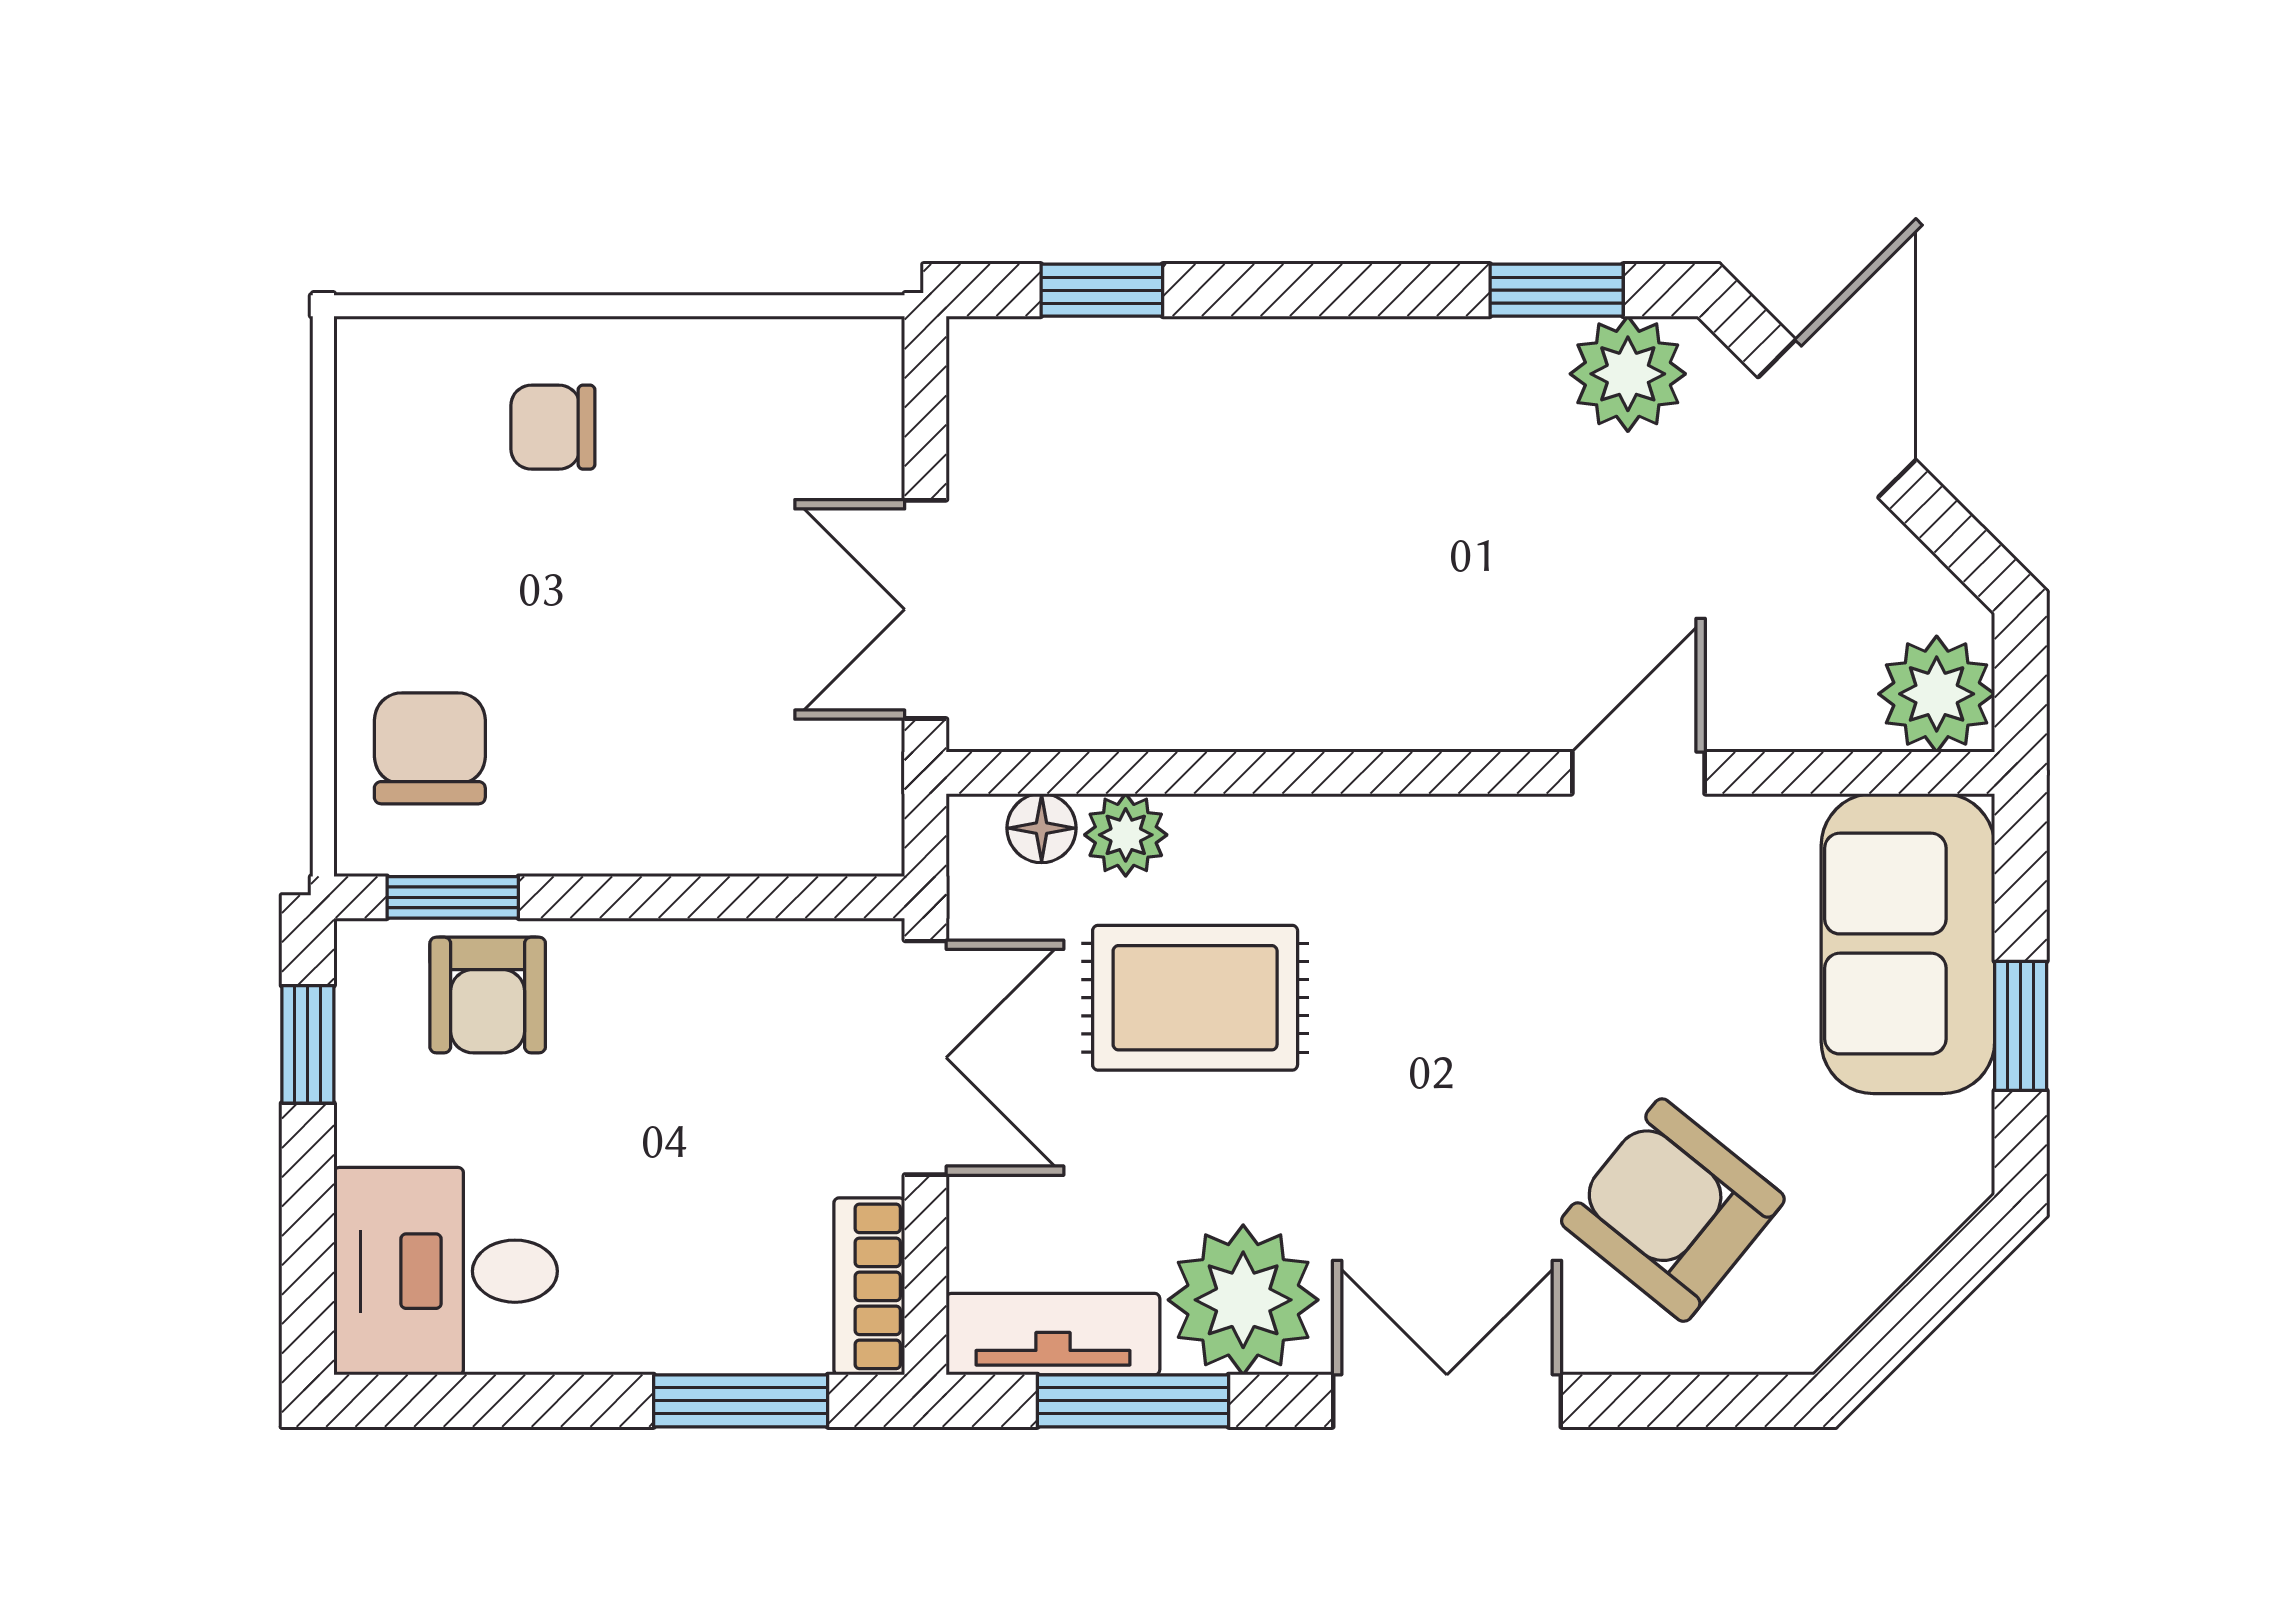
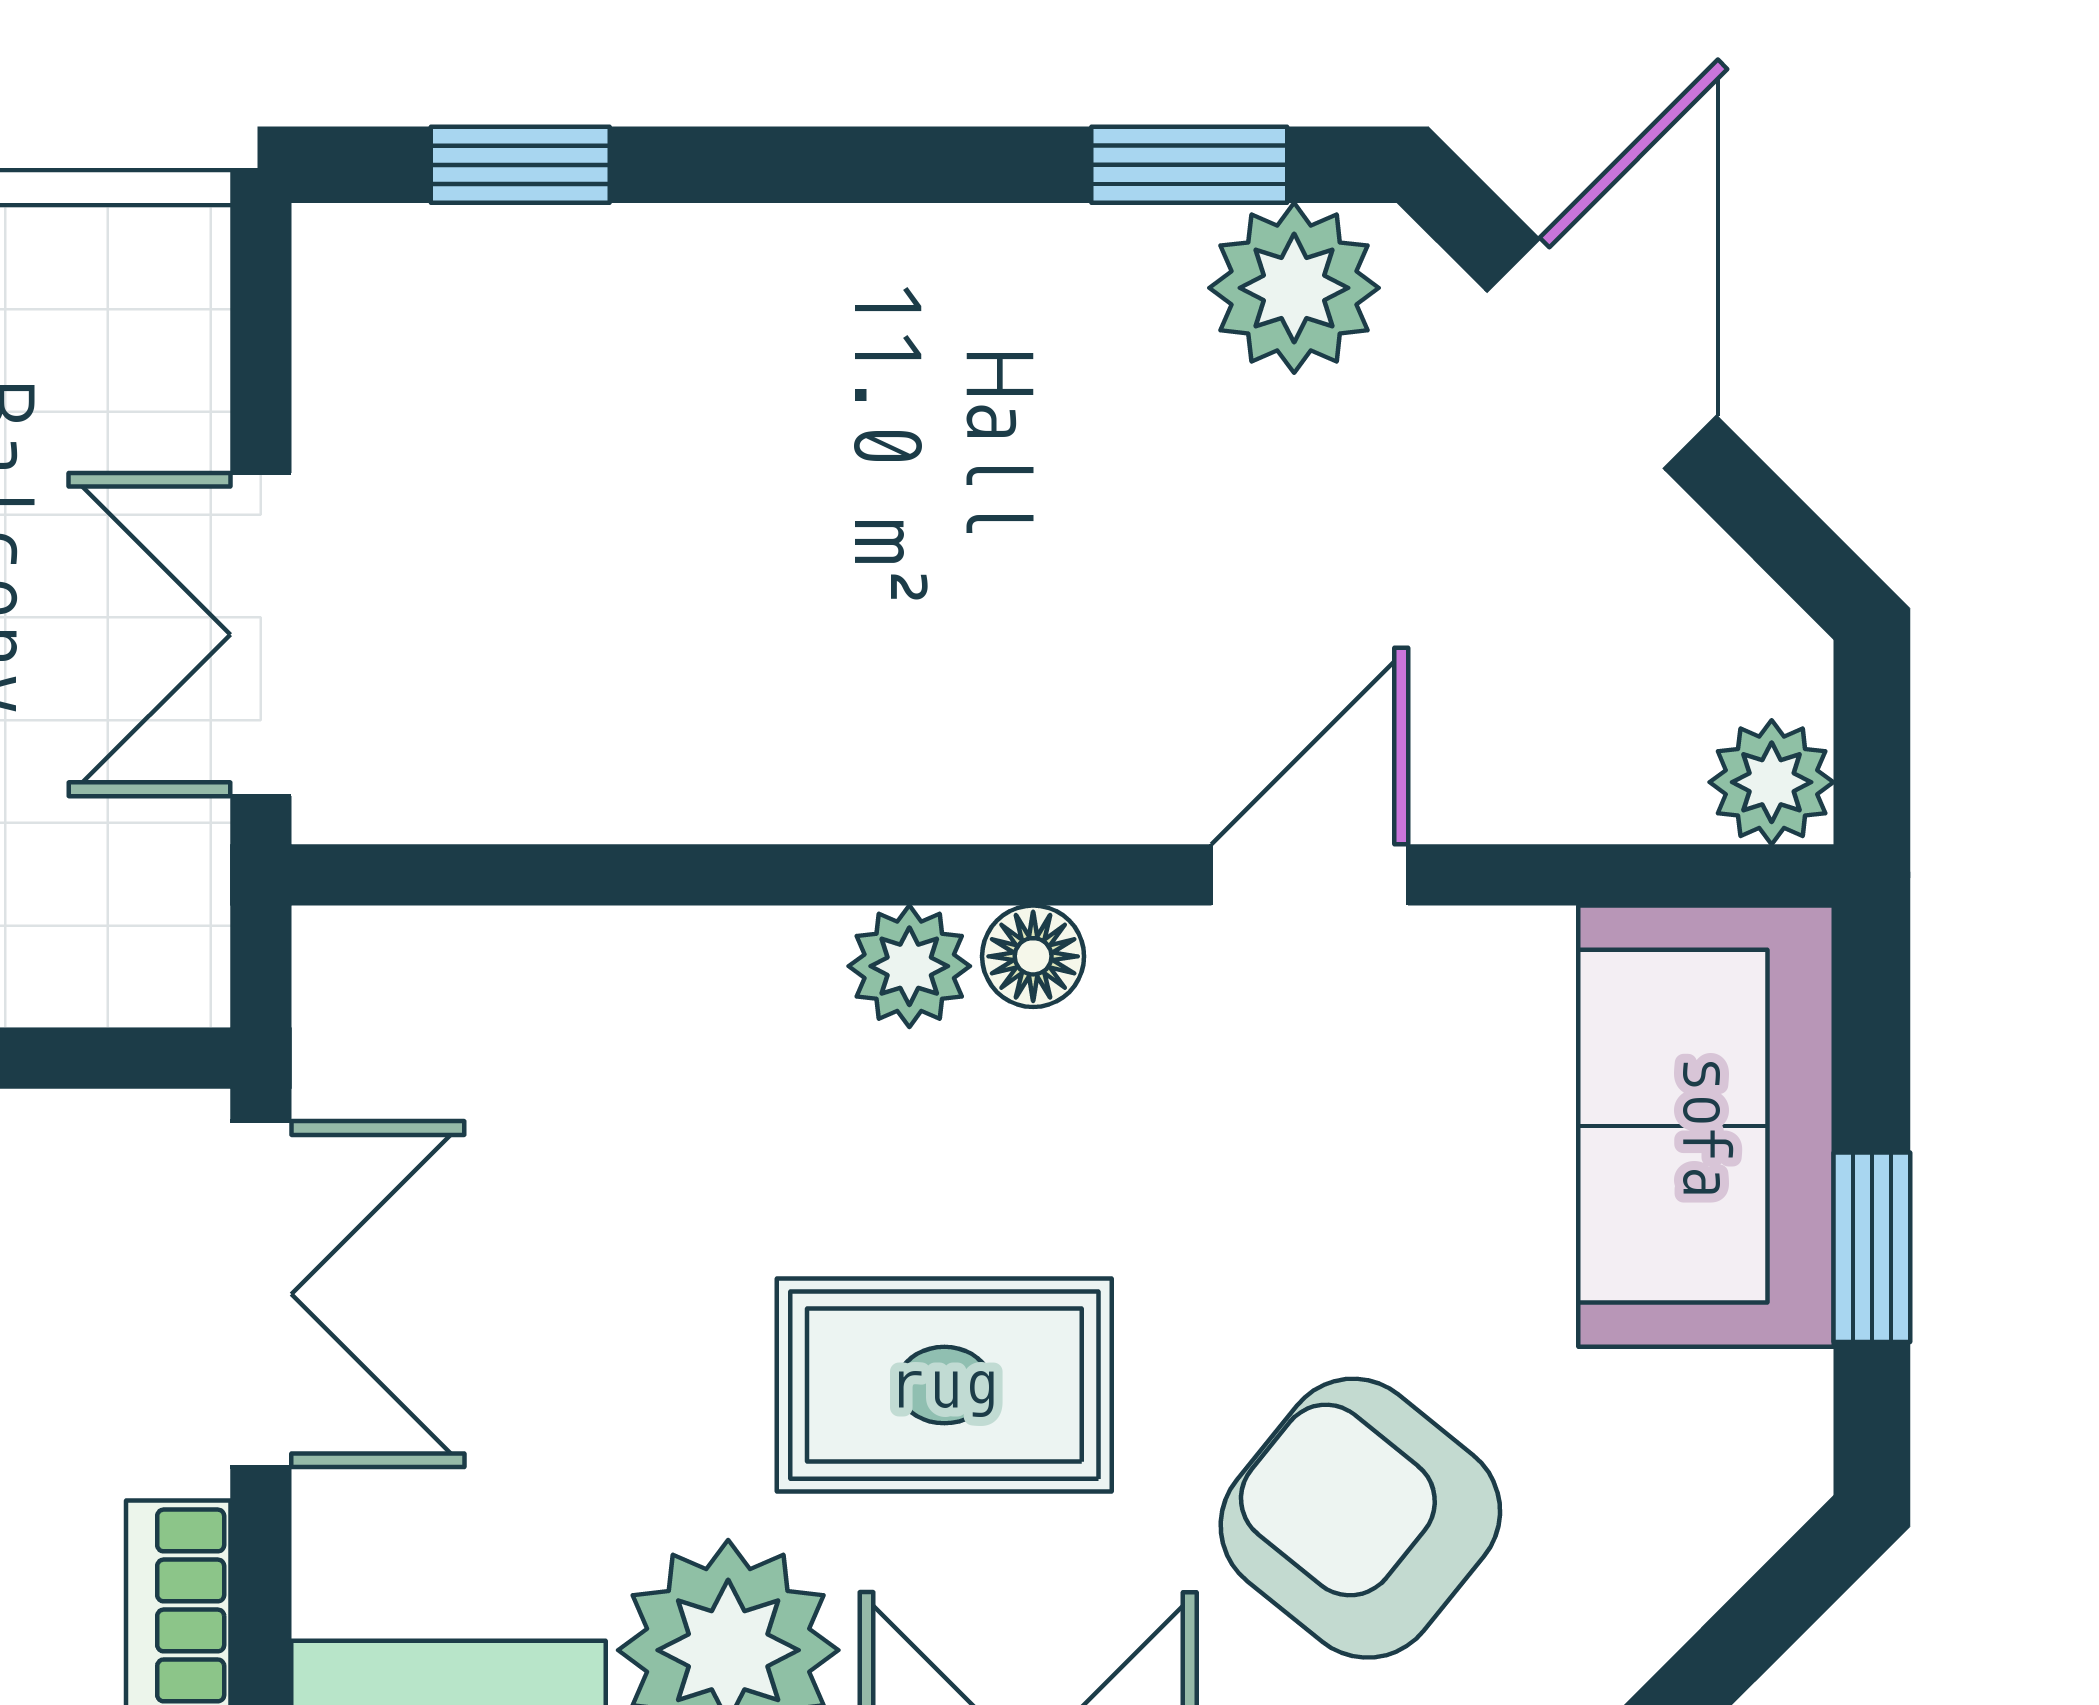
plant: (1937, 694) -> (1772, 782), width x0.73, depth x0.73
floor lamp: (1042, 828) -> (1033, 956), moved
plant: (1126, 835) -> (909, 966), moved
rug: (1195, 998) -> (944, 1385), moved

